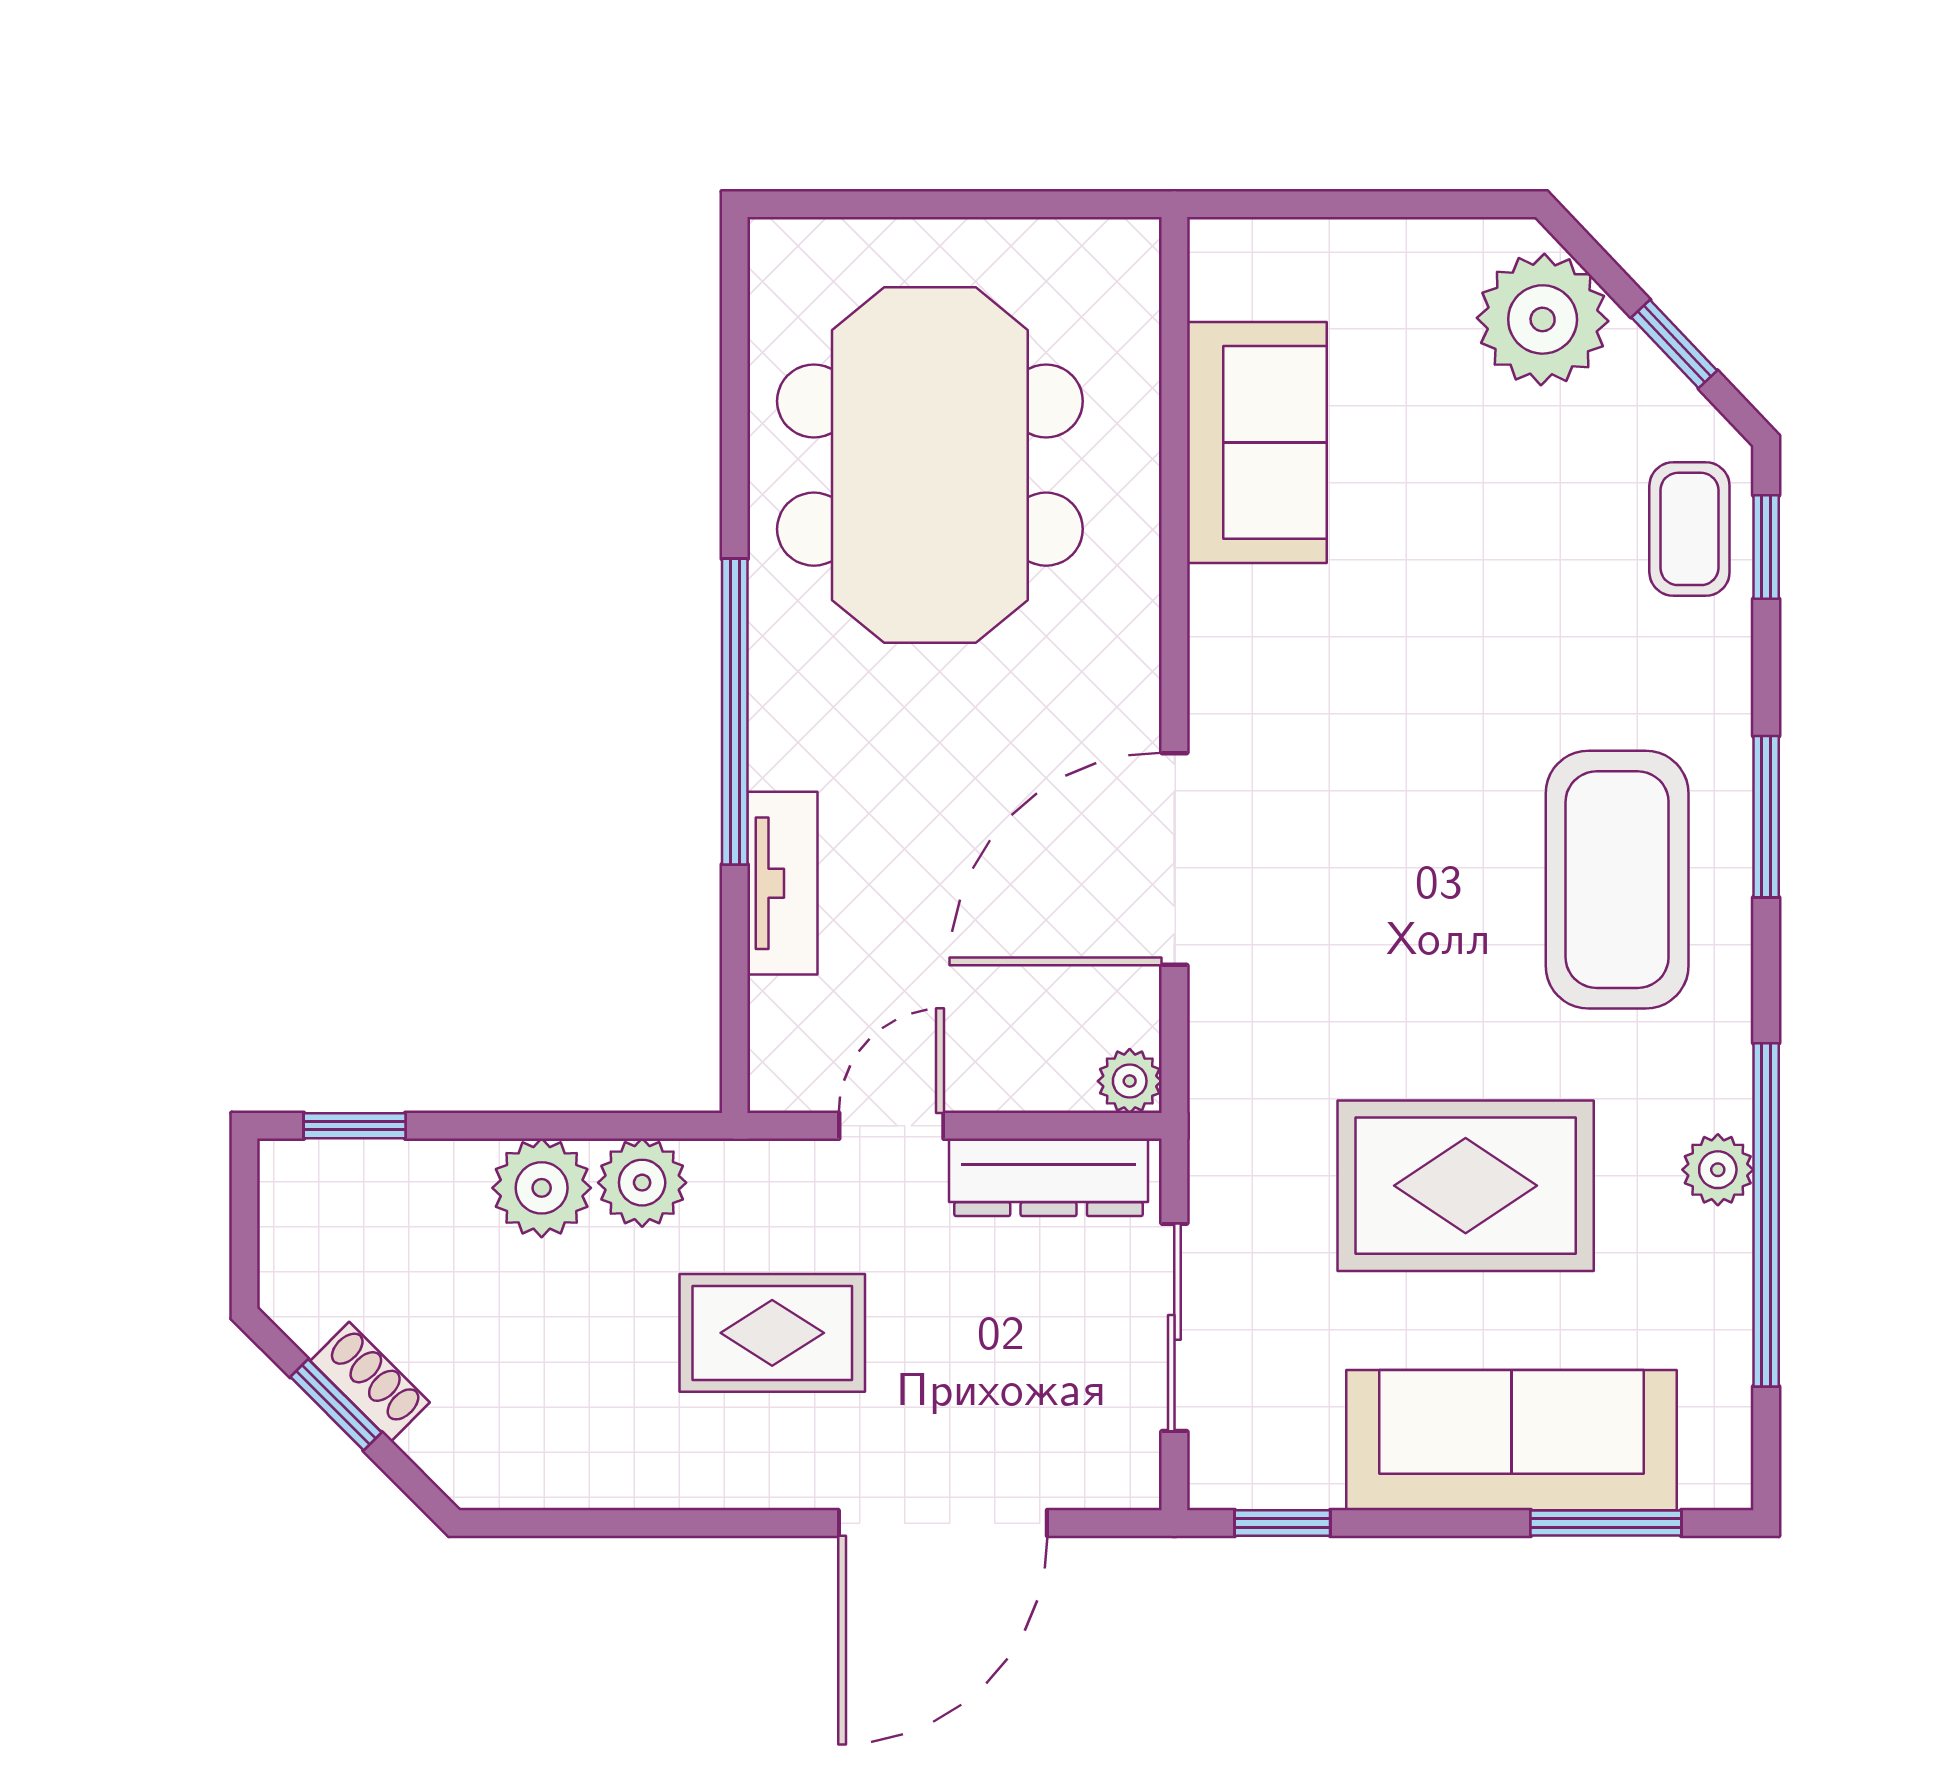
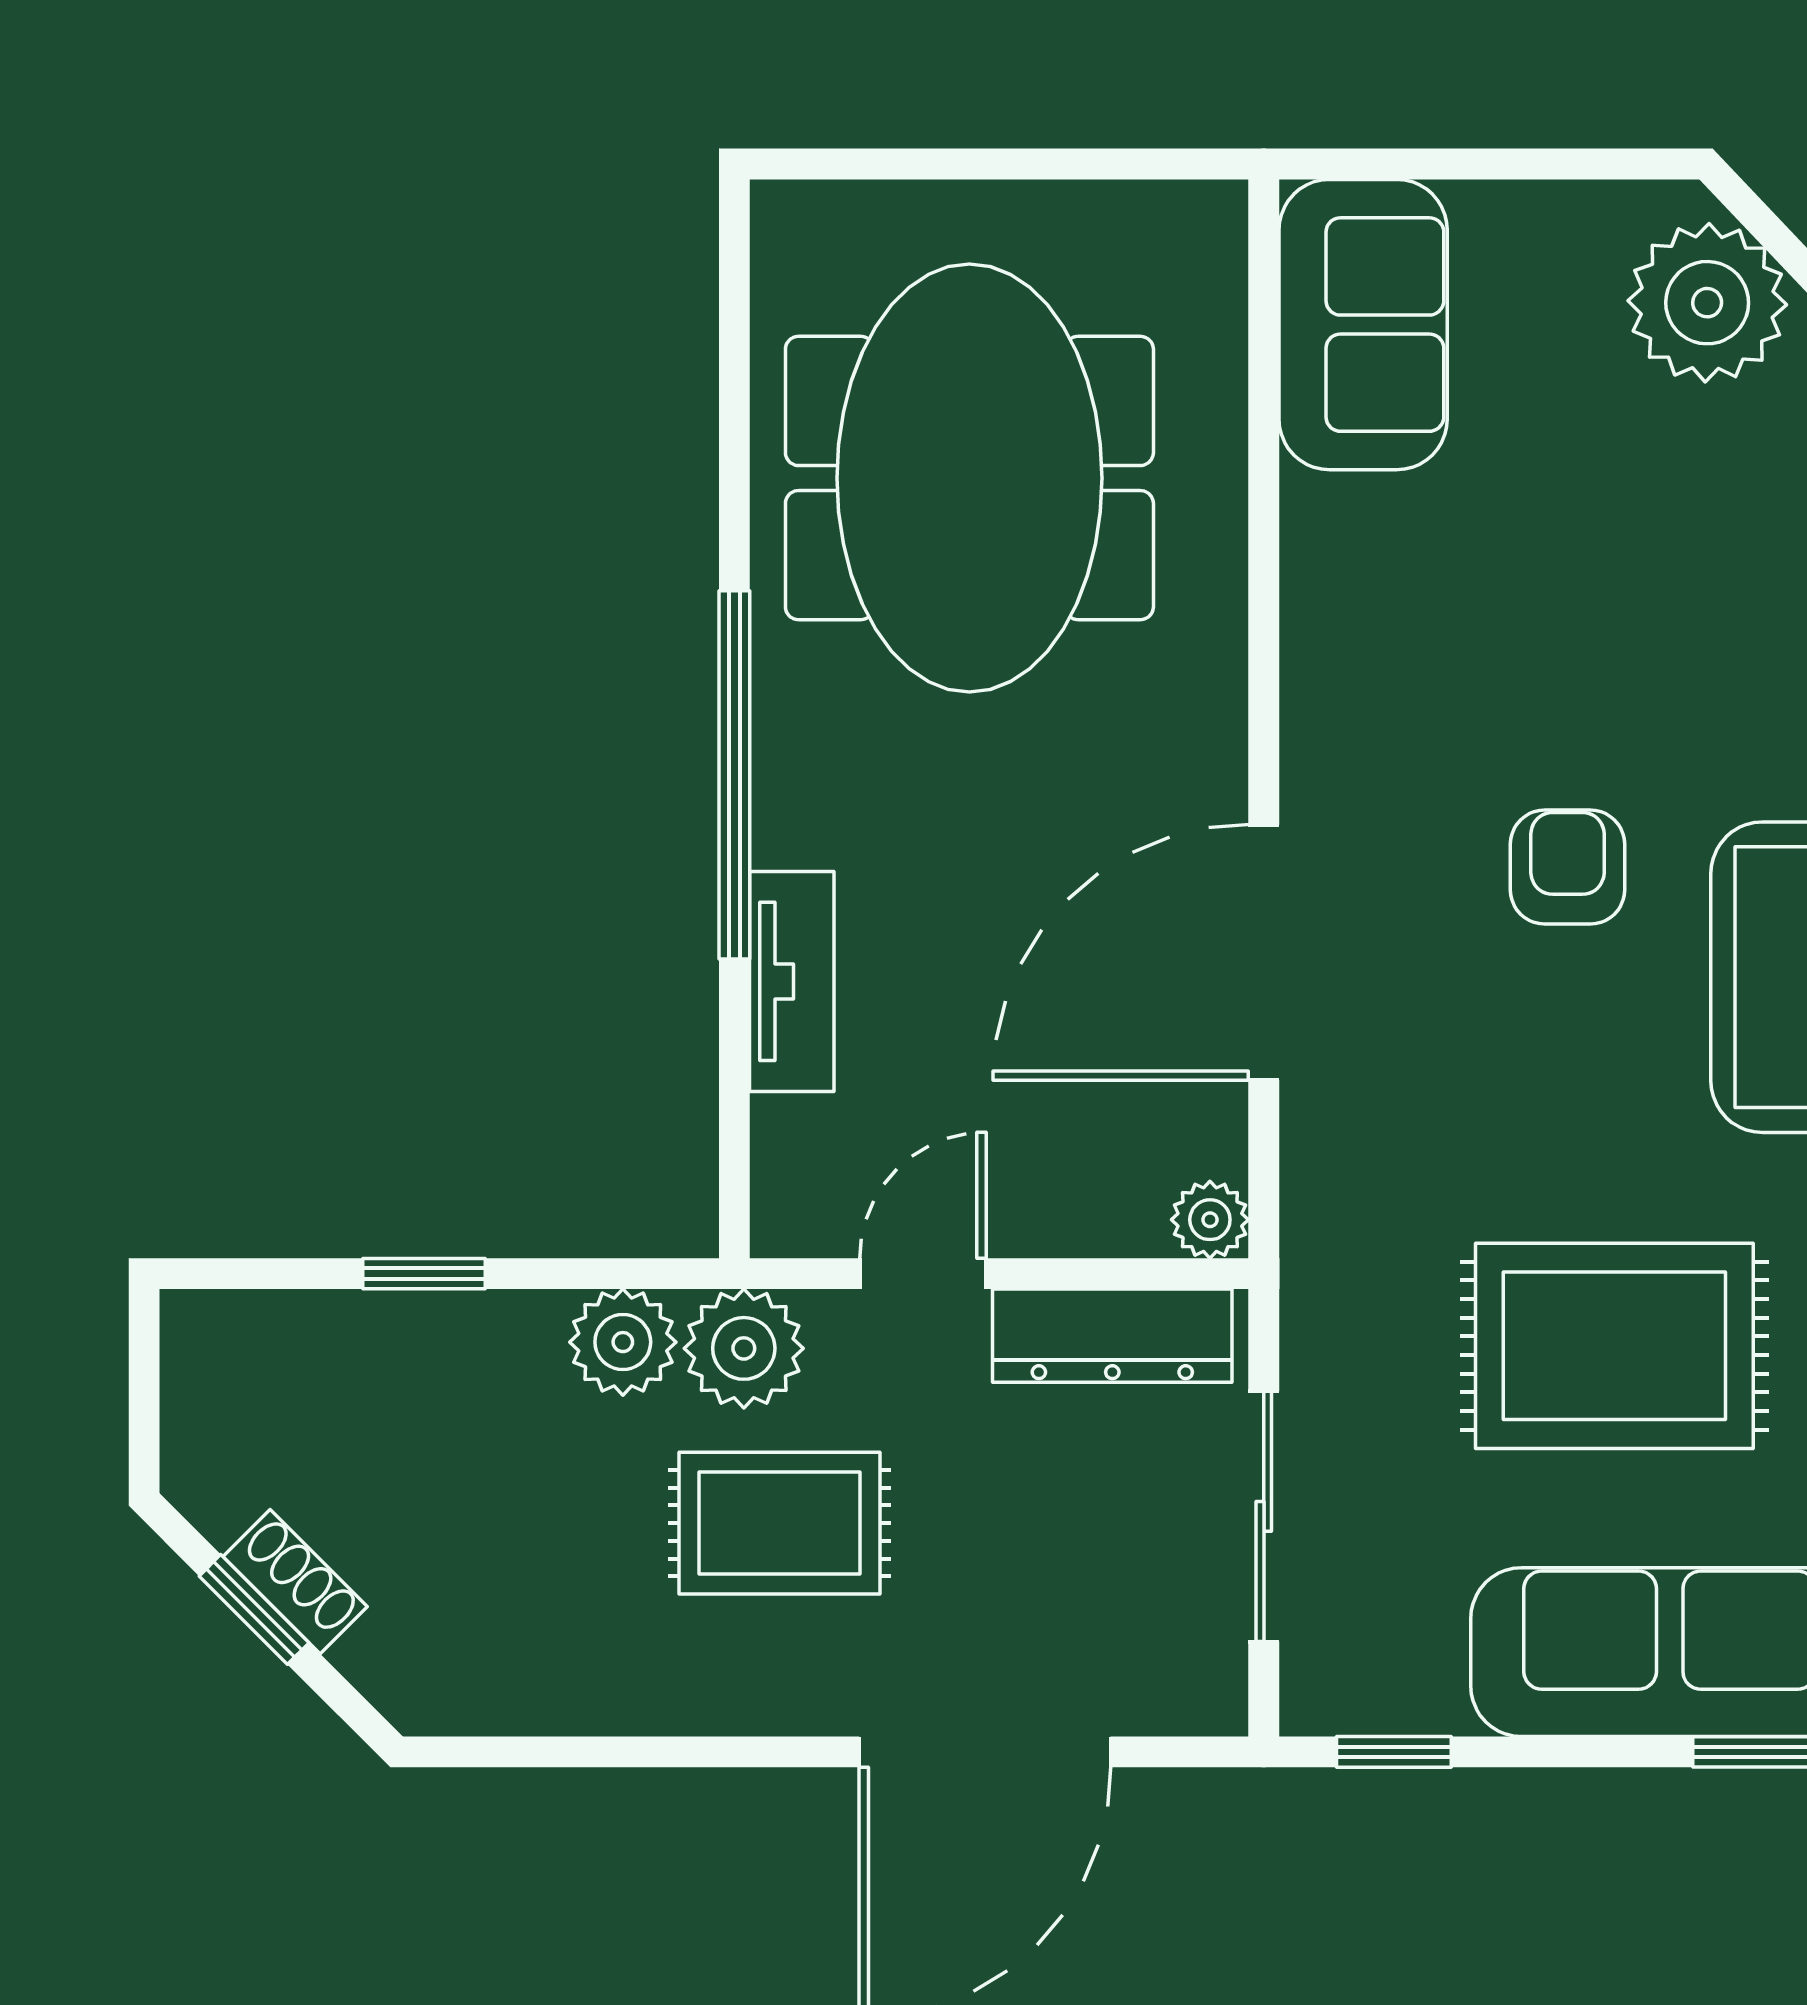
sofa: (1257, 442) -> (1363, 325), moved
armchair: (1427, 788) -> (1568, 867), added
window: (355, 1126) -> (424, 1274), moved
plant: (542, 1188) -> (744, 1348), moved

